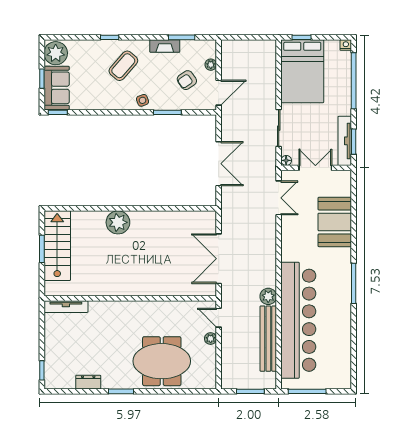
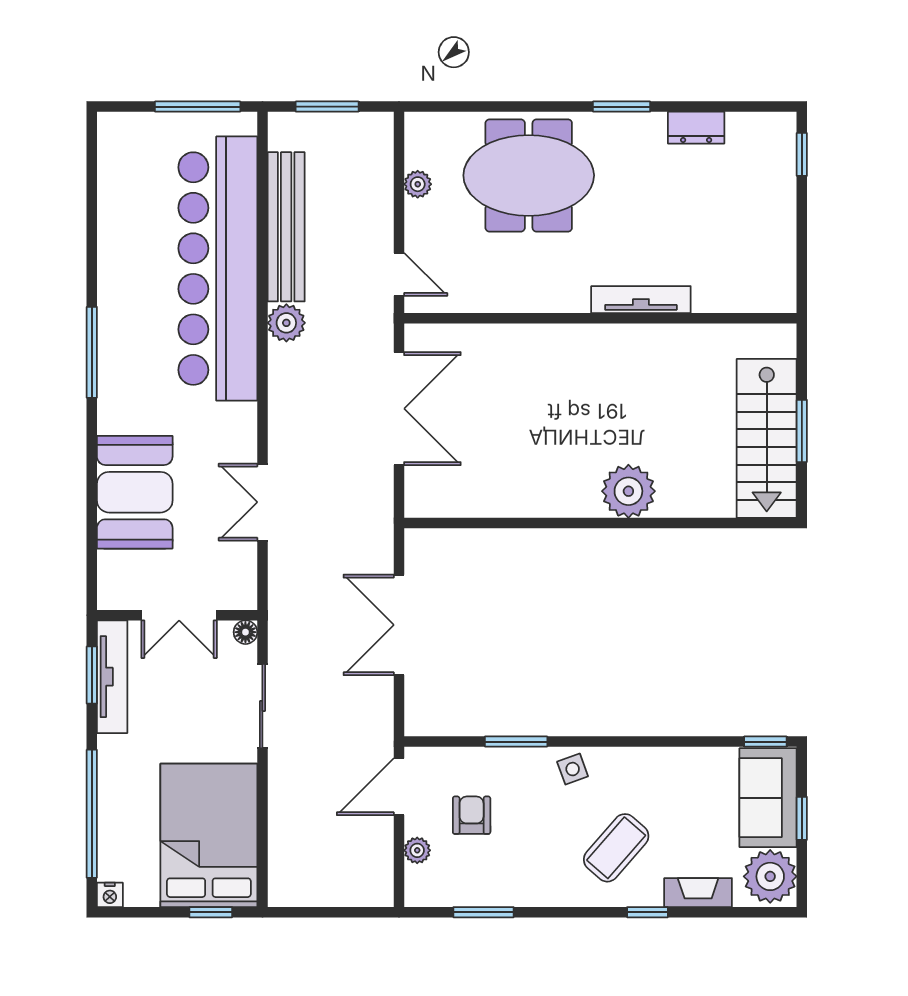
fireplace: (165, 46) -> (698, 893), moved
armchair: (187, 80) -> (472, 815), turned -55
double door: (279, 198) -> (262, 502), moved
tv unit: (66, 307) -> (641, 300), moved
plant: (211, 339) -> (418, 184), moved

